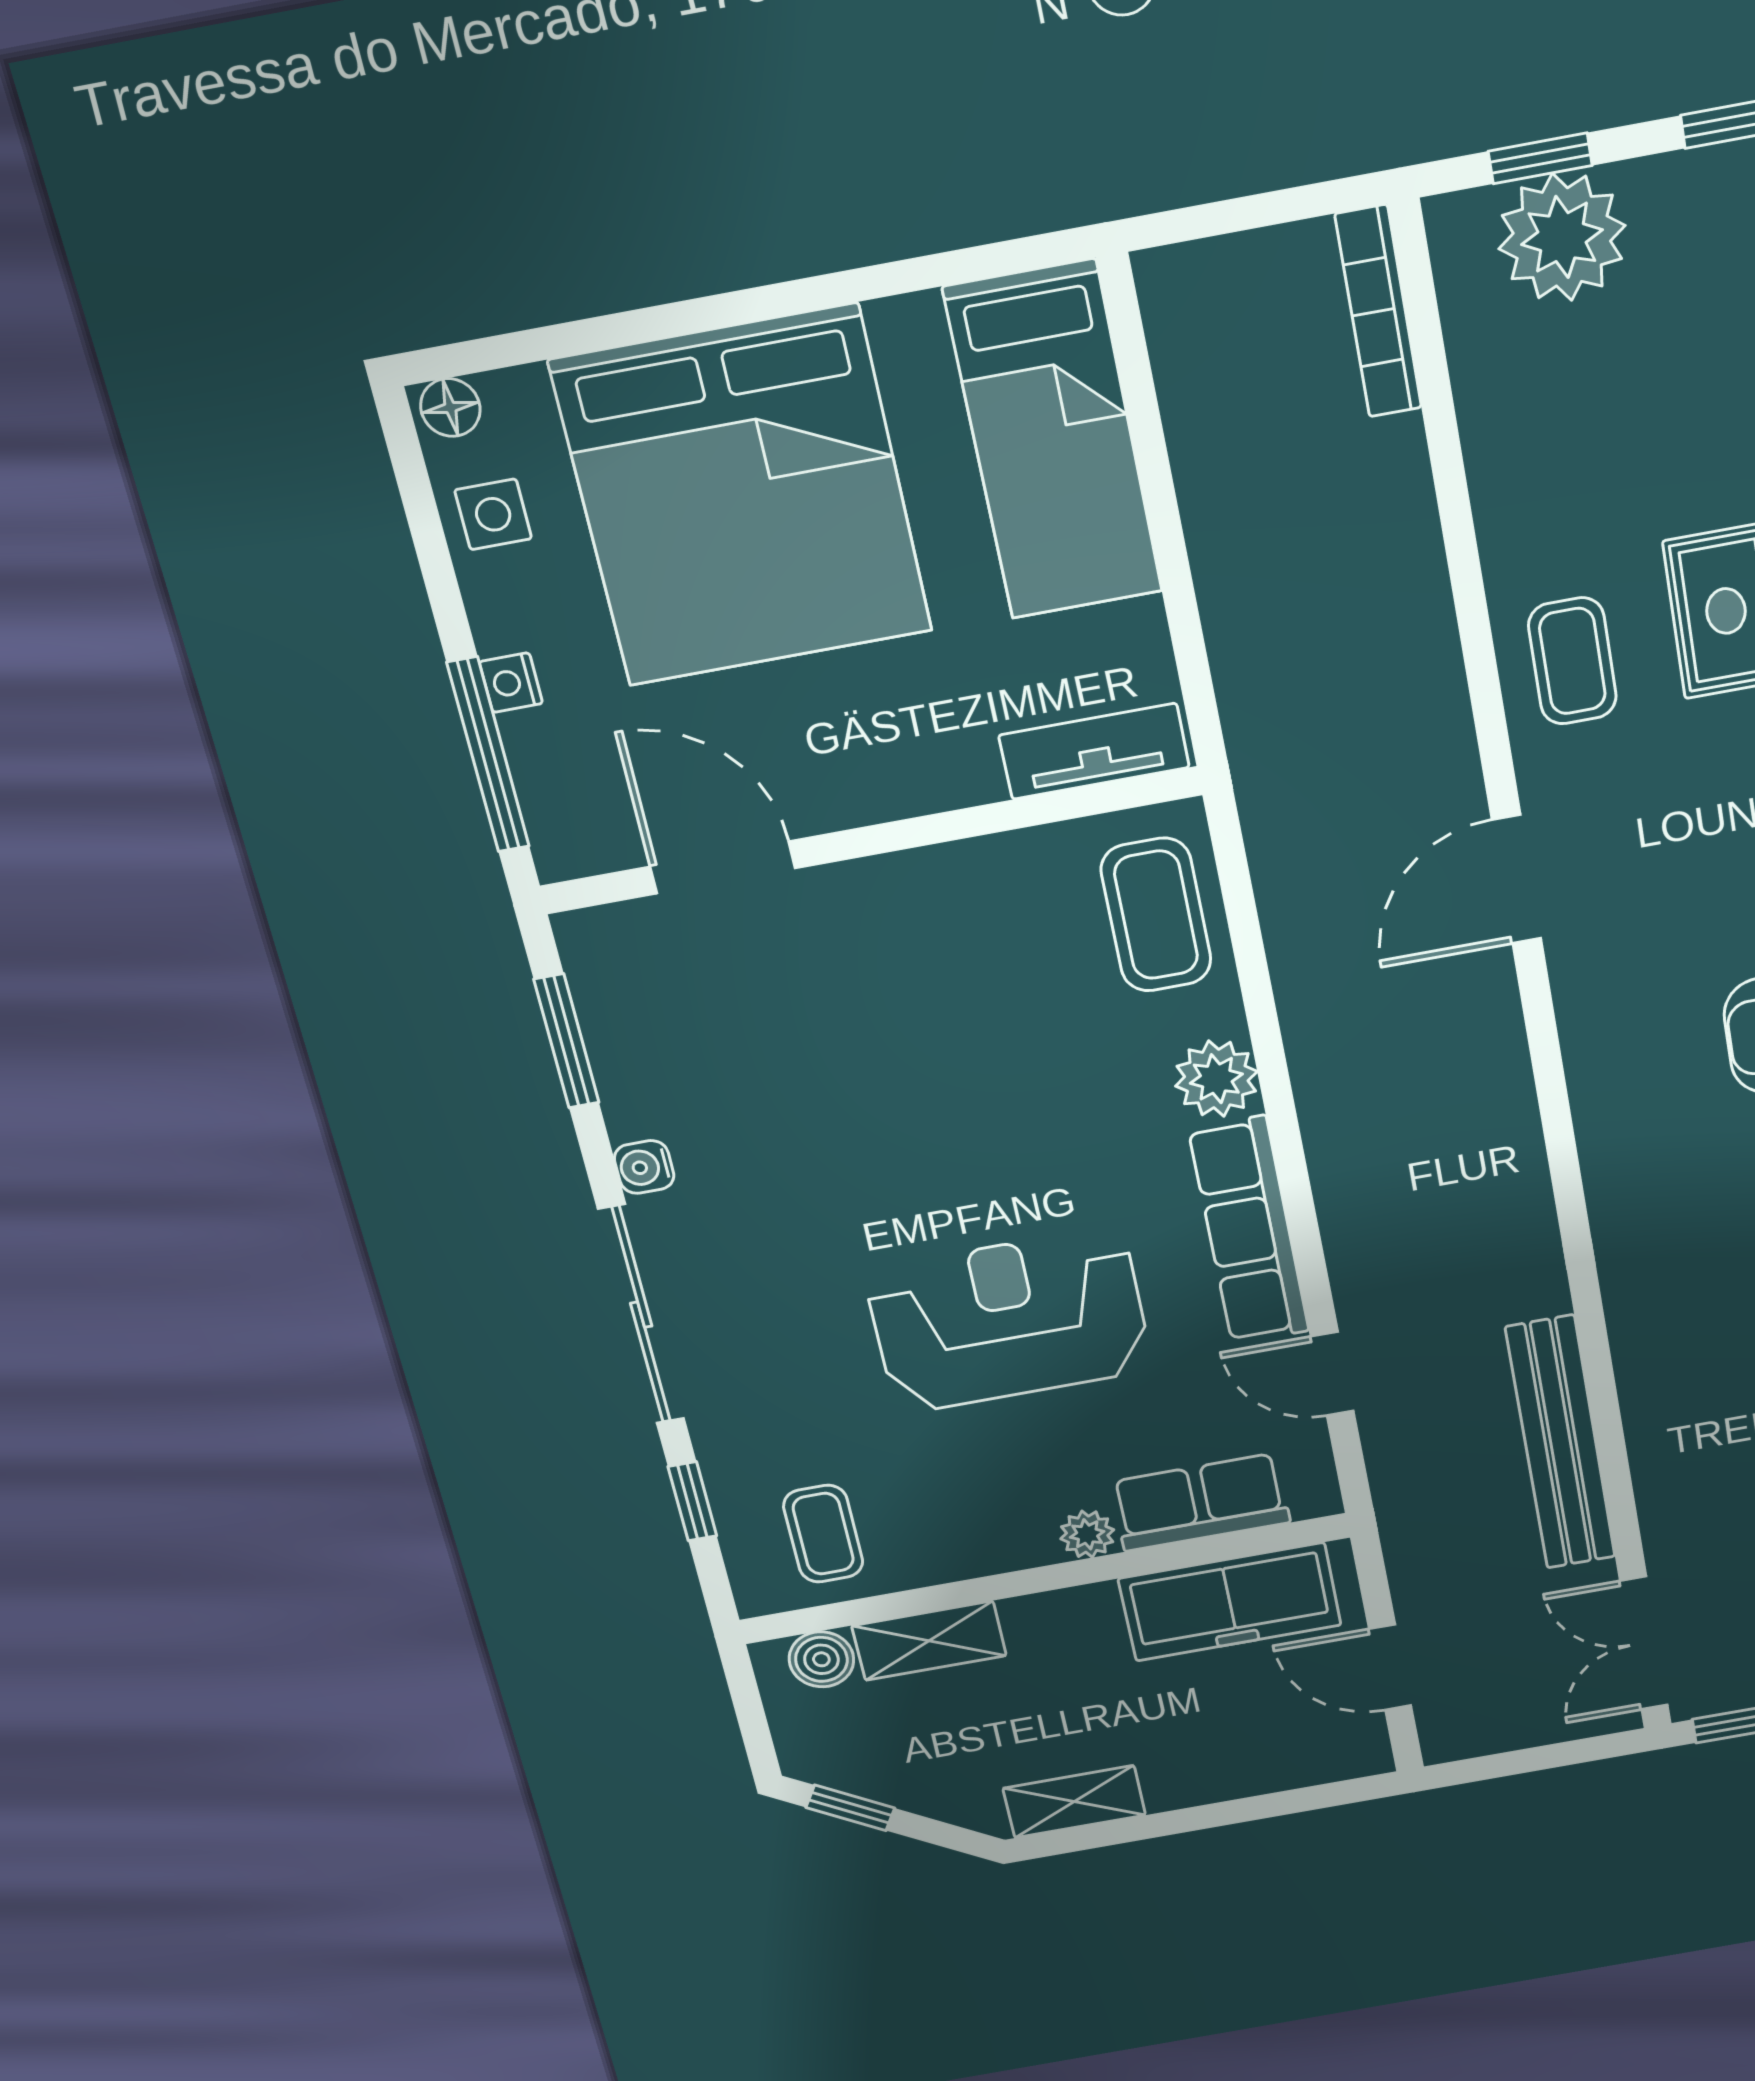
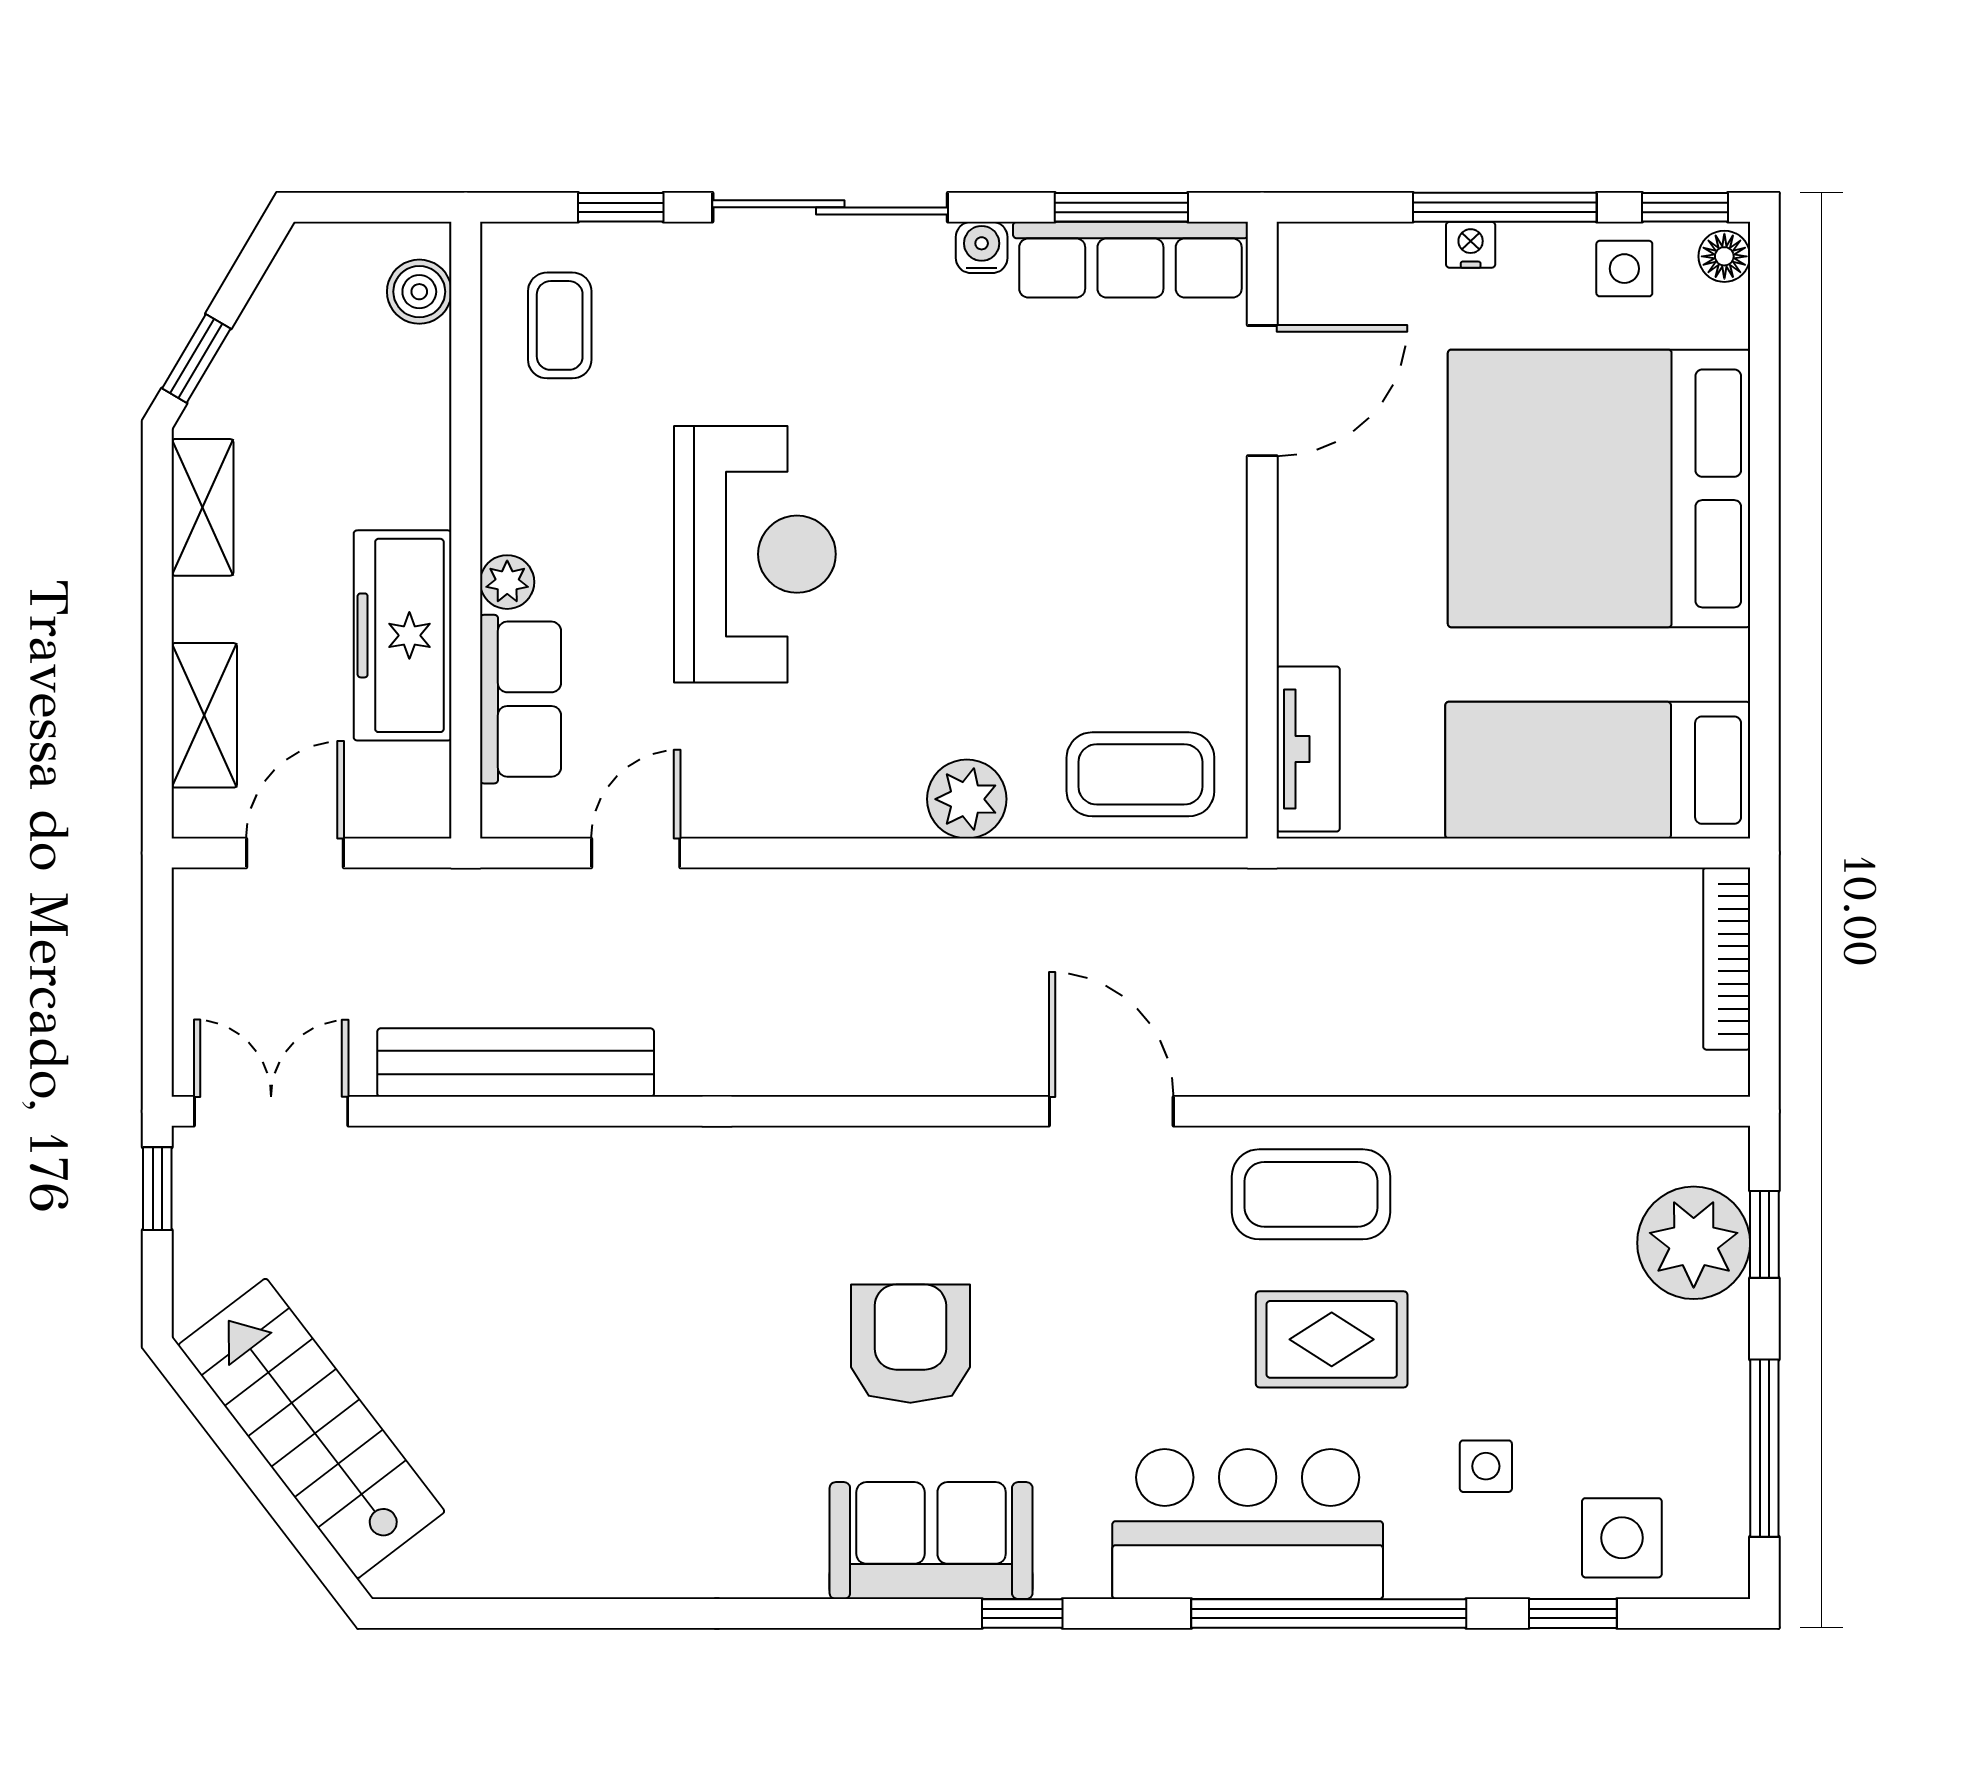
bookcase: (1378, 311) -> (1727, 959), moved, turned -90
window: (408, 461) -> (1685, 207), added
coffee table: (1572, 661) -> (1311, 1194), width x1.36, depth x1.30
window: (488, 755) -> (1505, 207), moved
row of seats: (1249, 1231) -> (1130, 260), moved, turned 180
coffee table: (823, 1534) -> (560, 325), turned 90
freezer: (1230, 1602) -> (403, 635), moved
shelving: (929, 1641) -> (204, 715), moved
window: (850, 1808) -> (196, 358), moved

